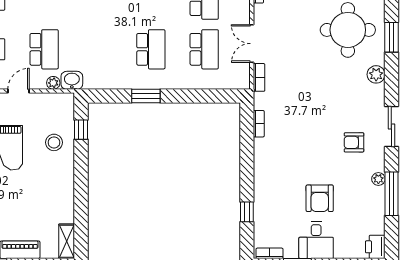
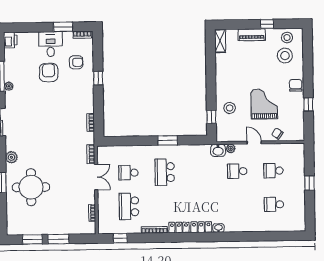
school desk: (44, 49) -> (237, 171), width x0.54
school desk: (204, 49) -> (128, 173), width x0.54
door: (19, 91) -> (254, 143), swing flipped
armchair: (354, 142) -> (76, 62), moved
window: (247, 212) -> (98, 78), moved

